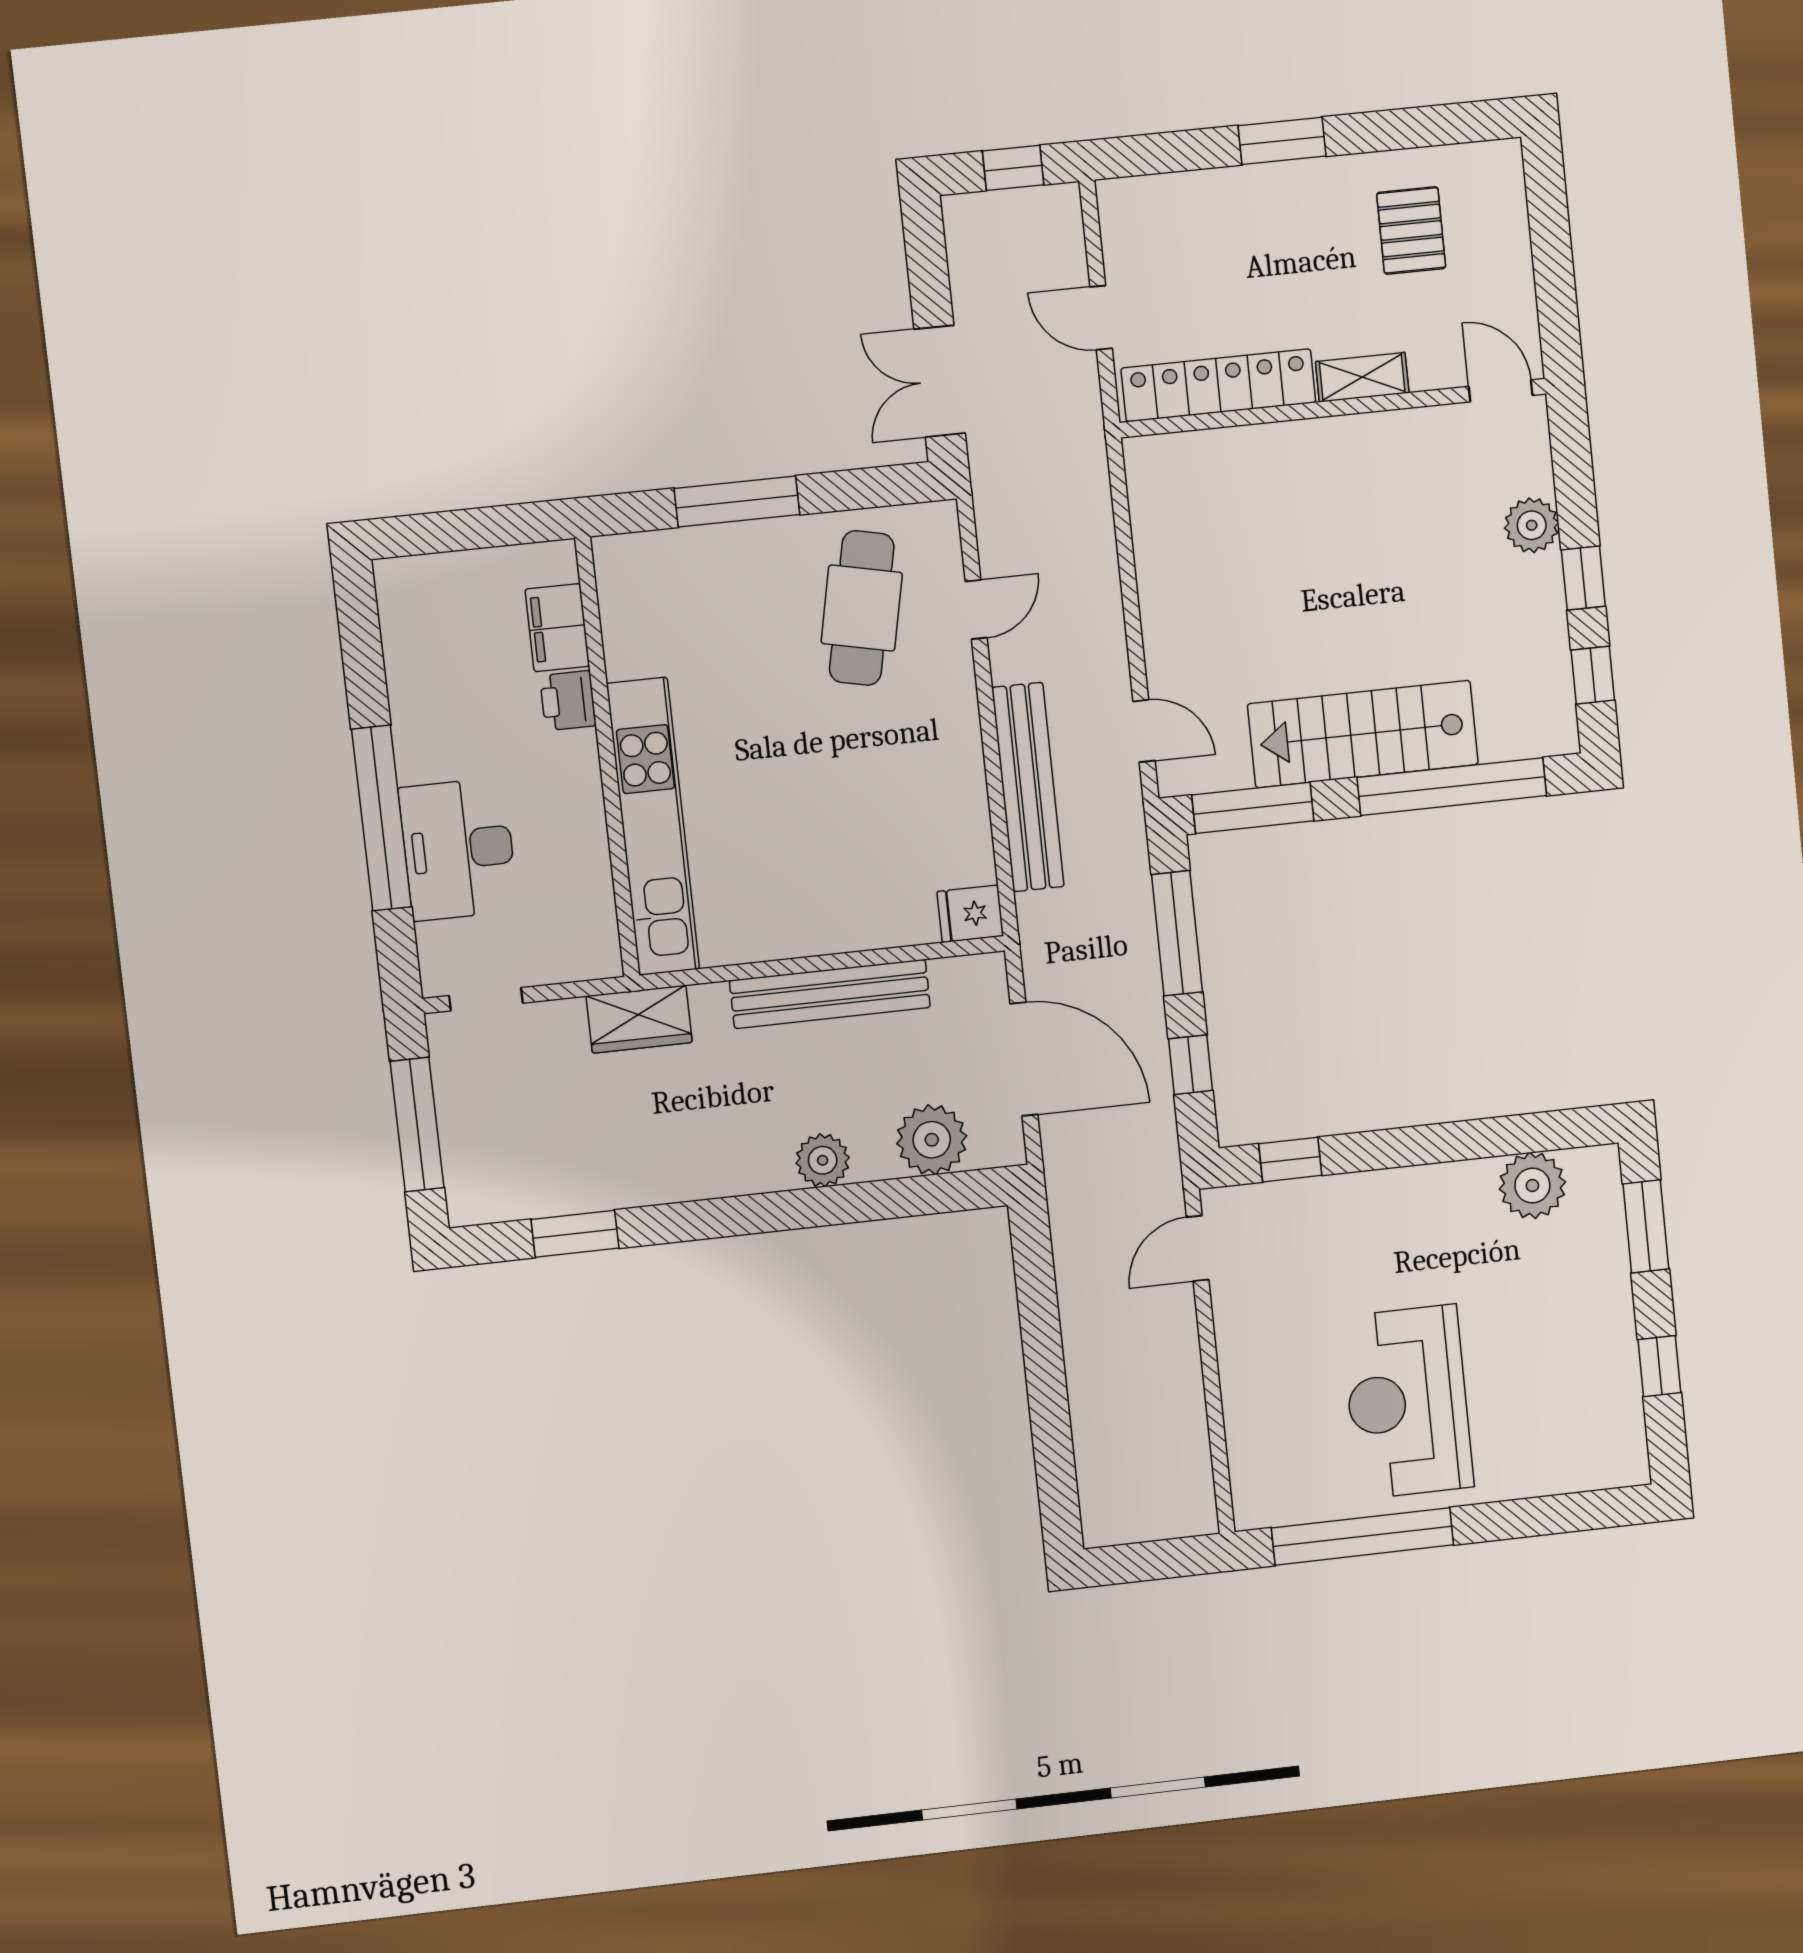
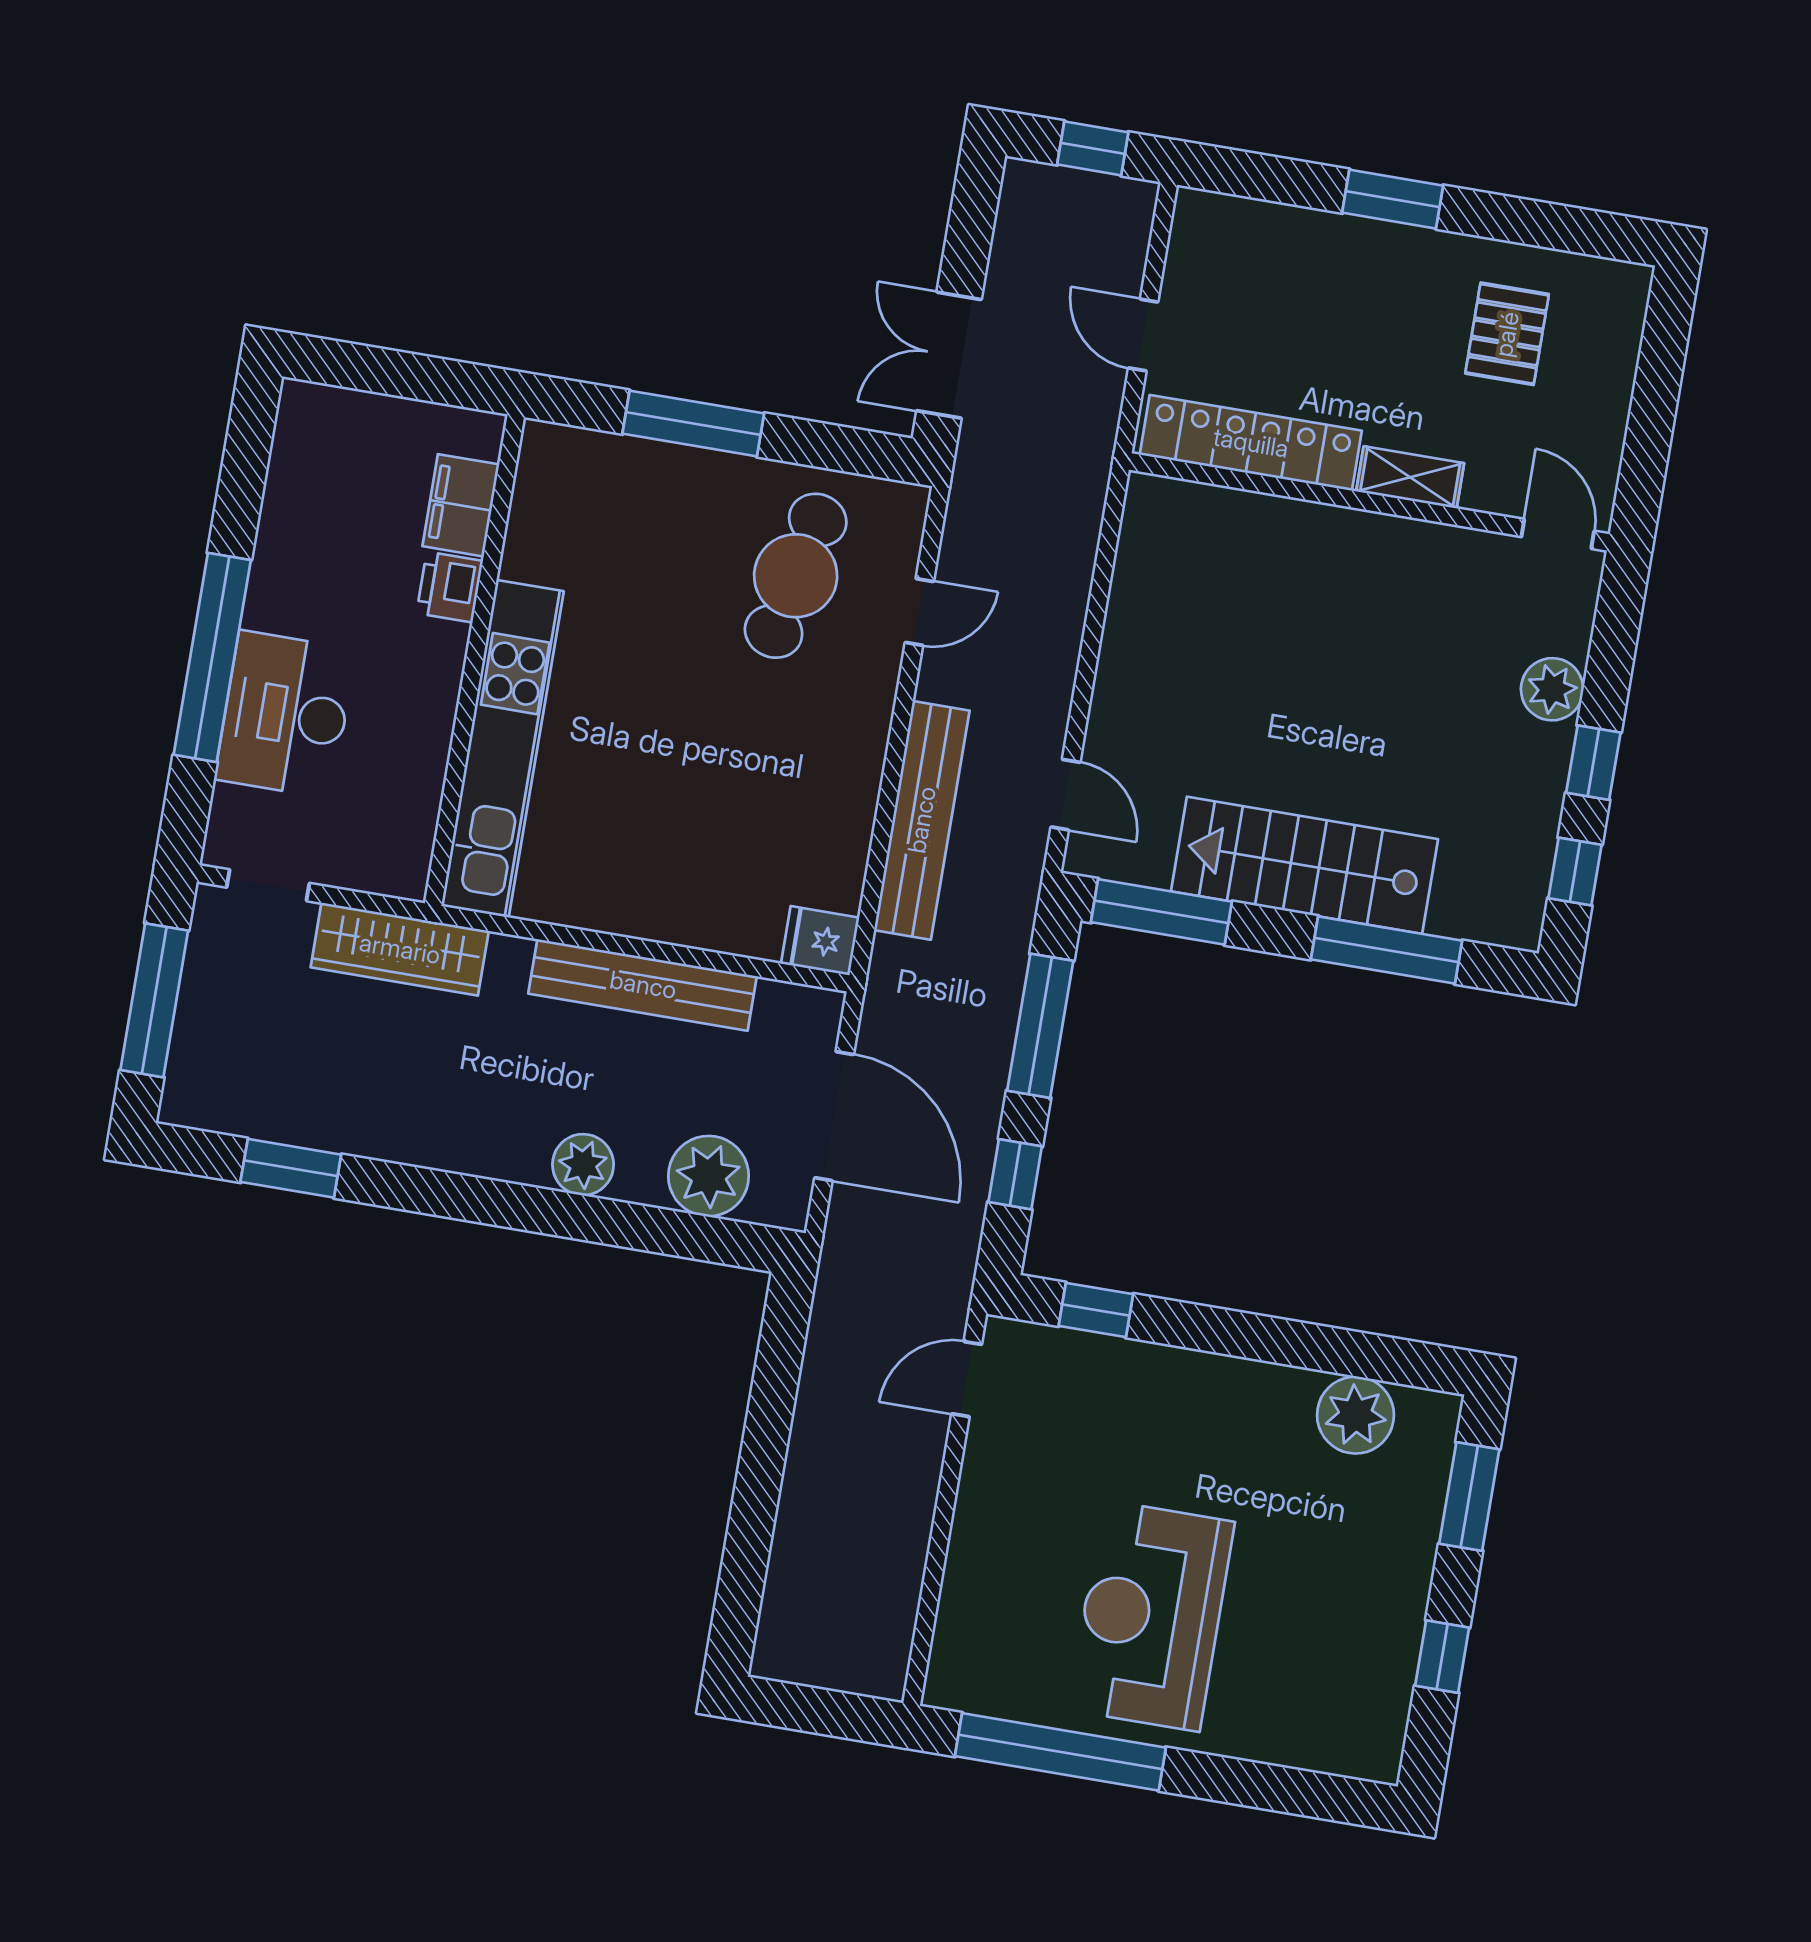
window: (1452, 787) -> (1386, 950), width x0.68
wardrobe: (639, 1019) -> (400, 949), width x1.50

